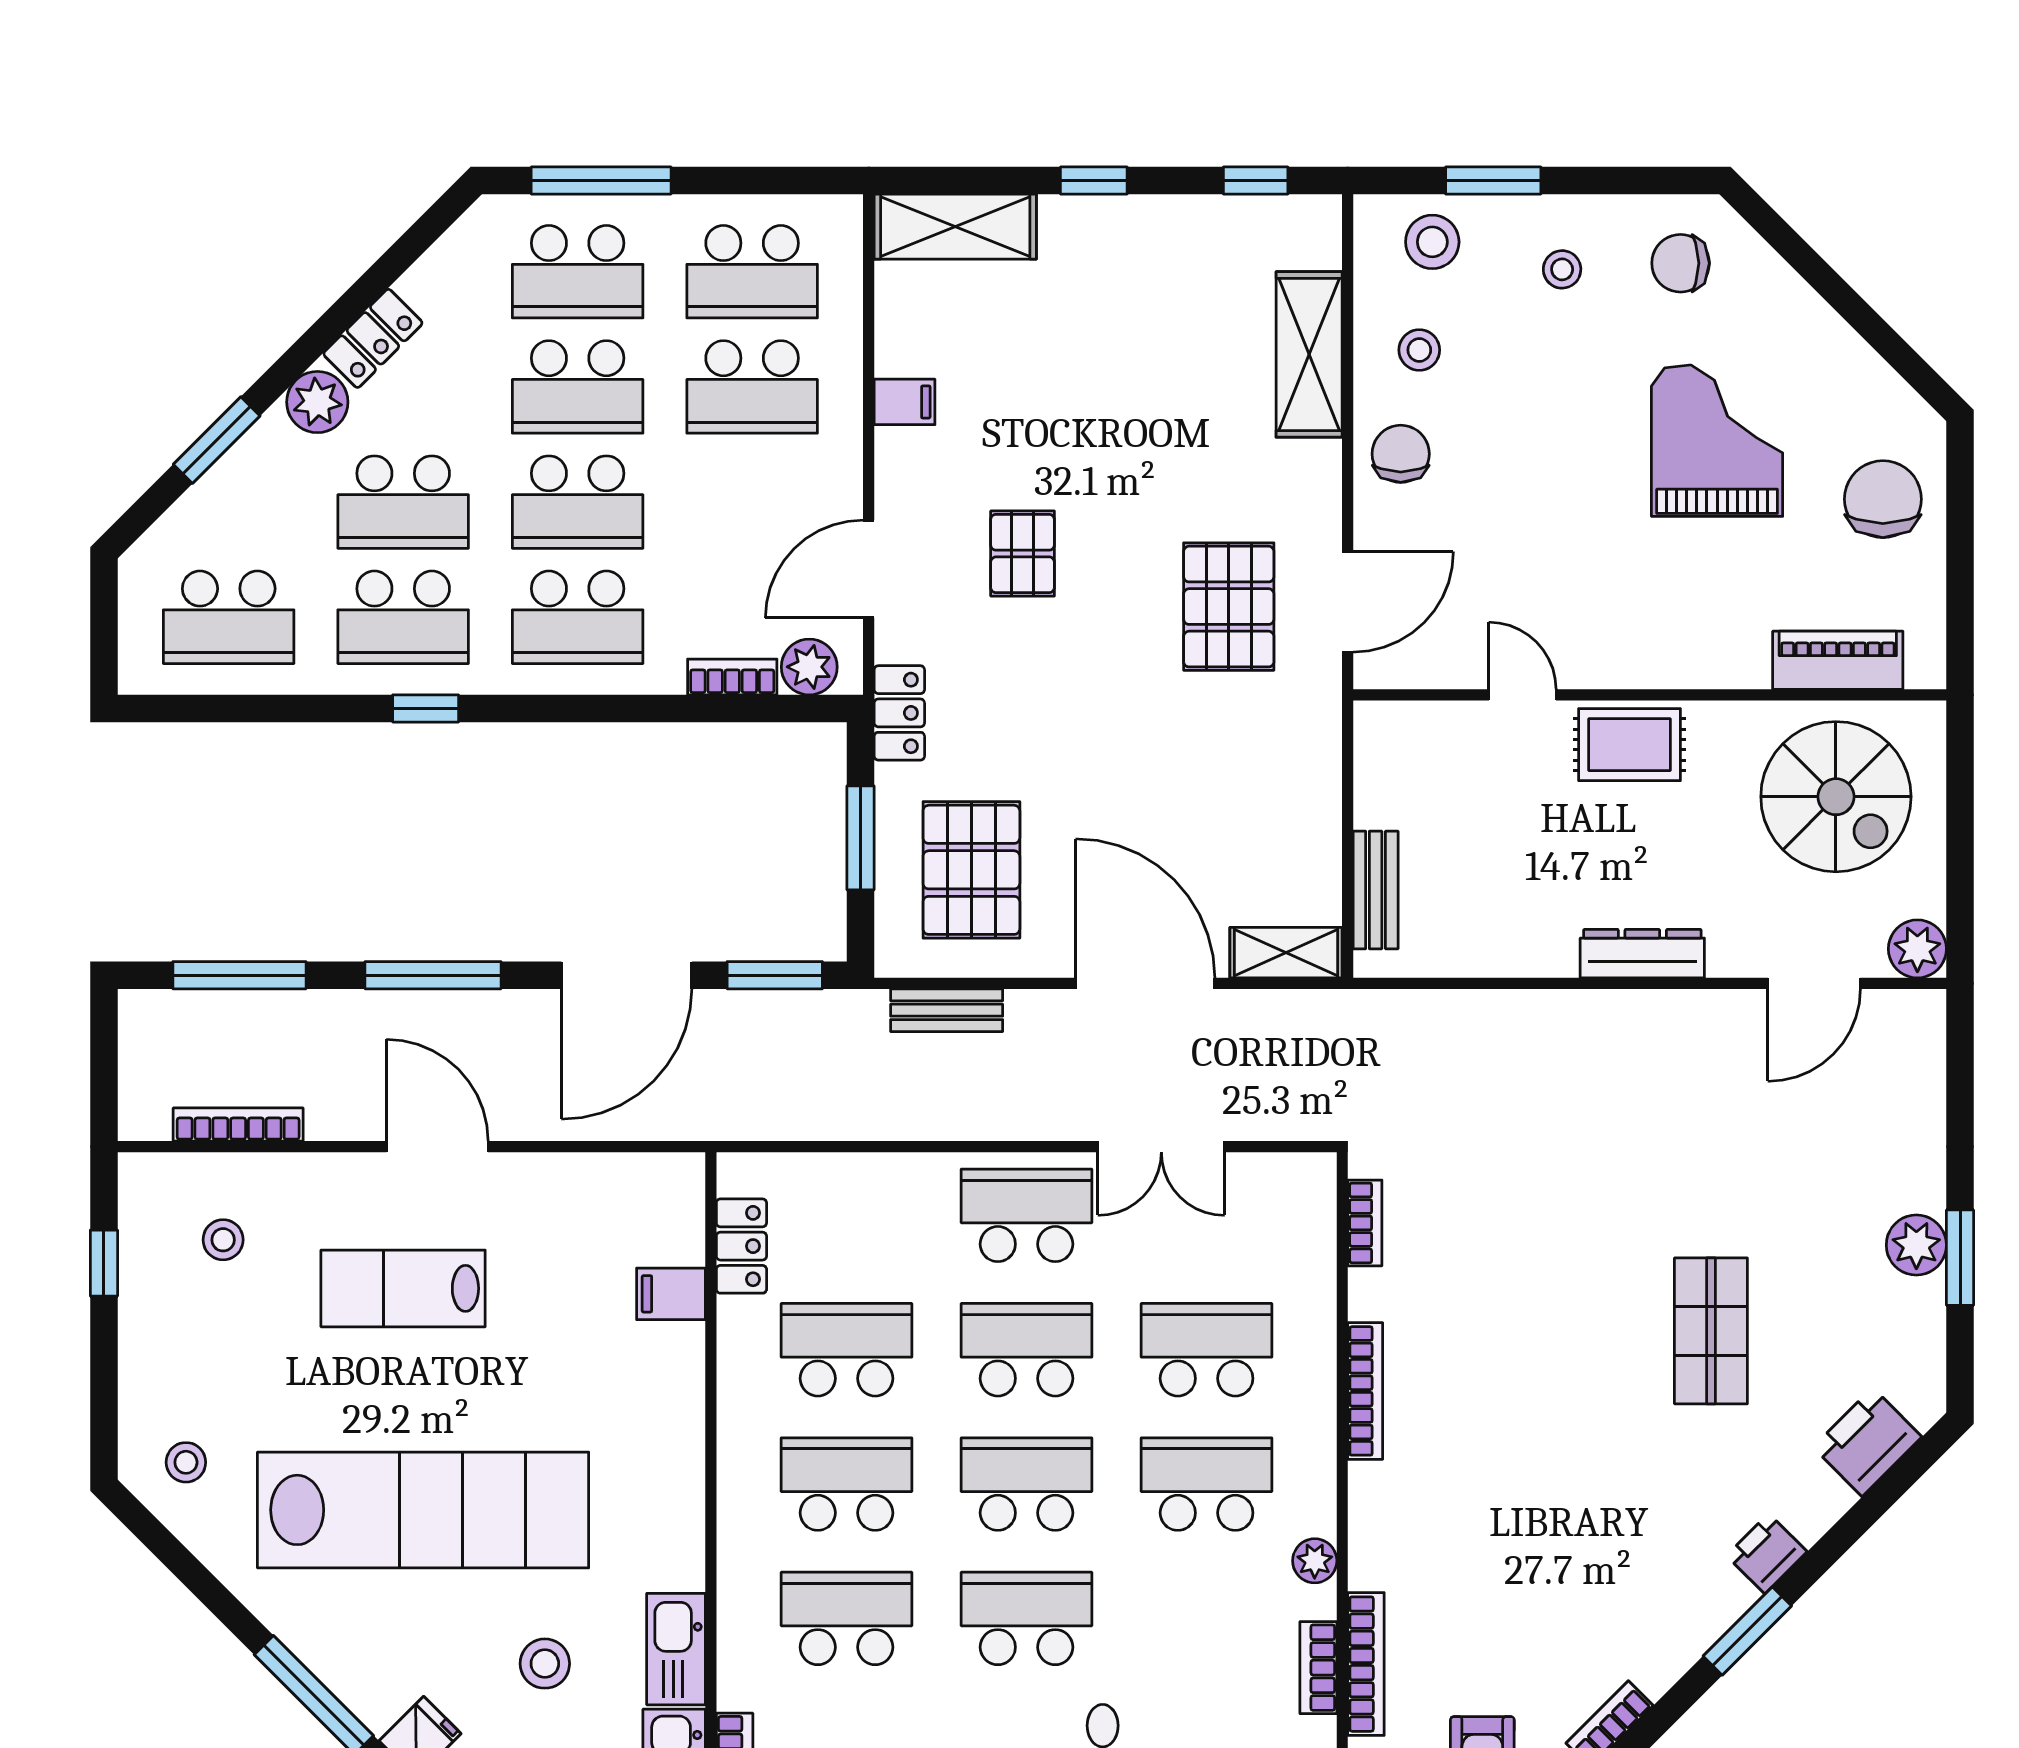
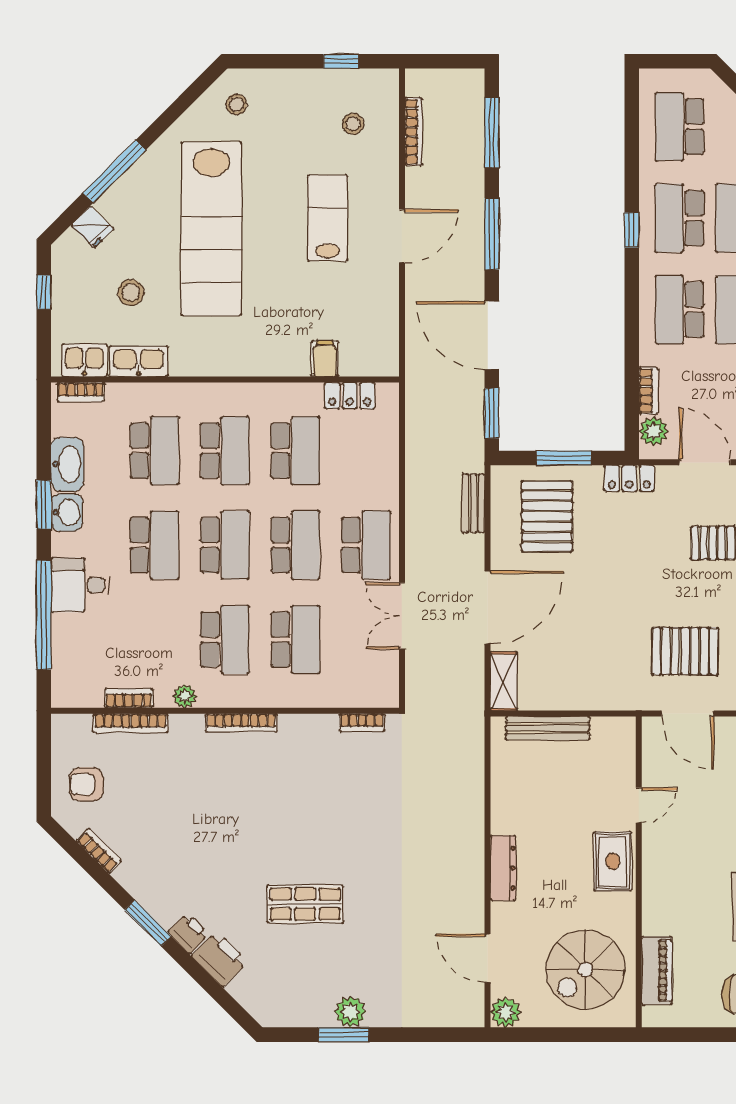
pallet: (971, 870) -> (547, 516), turned 90
bench: (1376, 890) -> (548, 728), width x1.36
bookcase: (1365, 1391) -> (241, 723), moved
printer: (1867, 1442) -> (220, 959), moved

